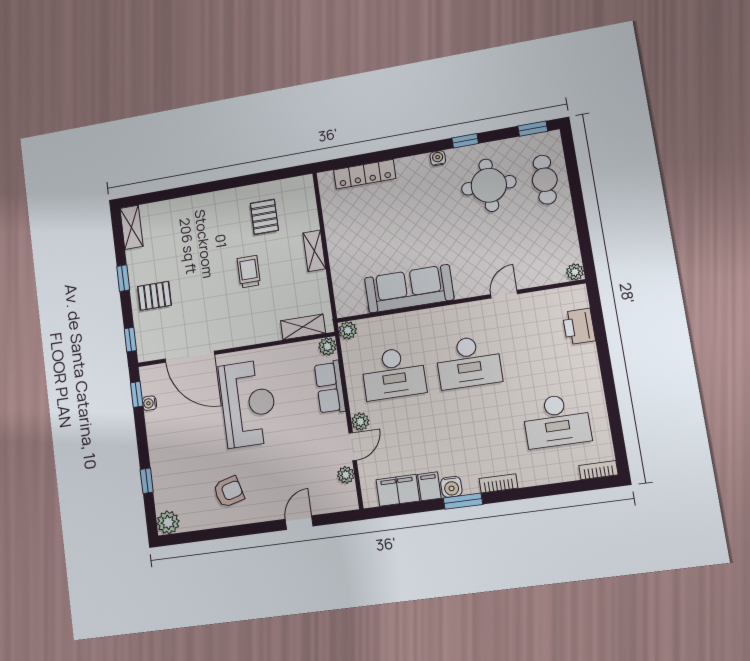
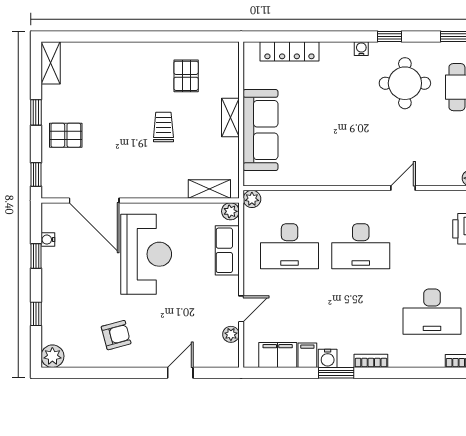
sofa: (409, 289) -> (261, 130), moved, turned 90
window: (137, 394) -> (36, 256), moved
plant: (360, 422) -> (252, 287), removed

